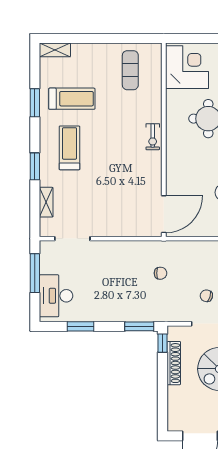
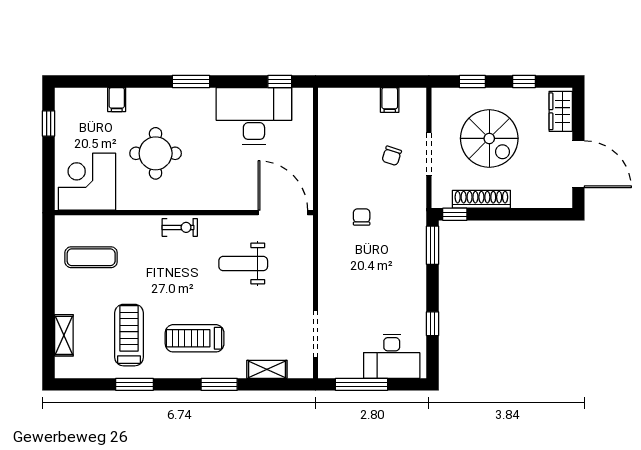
shelving: (55, 50) -> (64, 335), moved
weight bench: (126, 184) -> (243, 264), added
window: (80, 326) -> (433, 324), width x0.67

